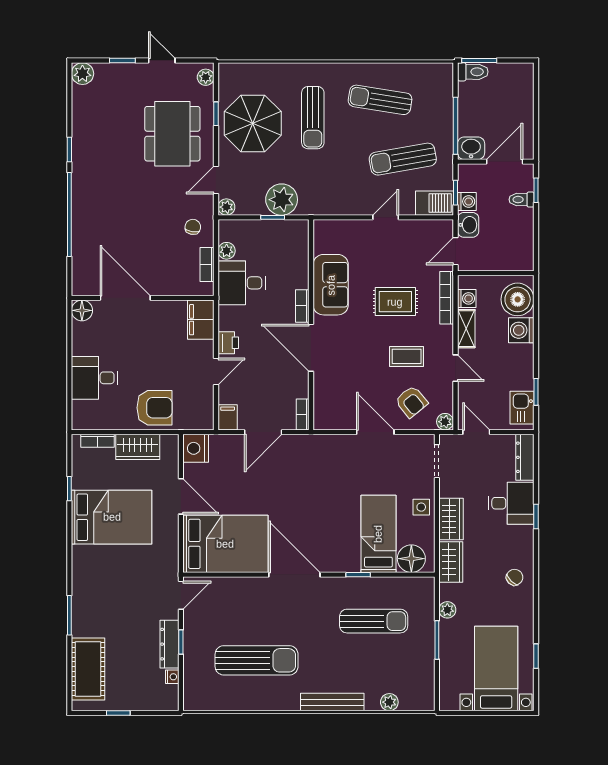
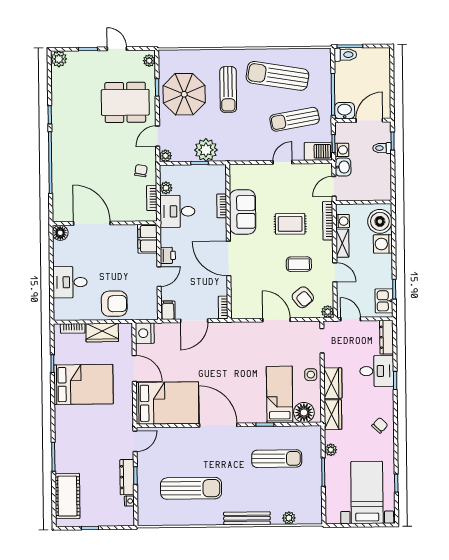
sun lounger: (380, 100) -> (277, 76), width x1.36, depth x1.34
dining table: (172, 134) -> (125, 102), turned 90
bookcase: (302, 306) -> (222, 206), moved

